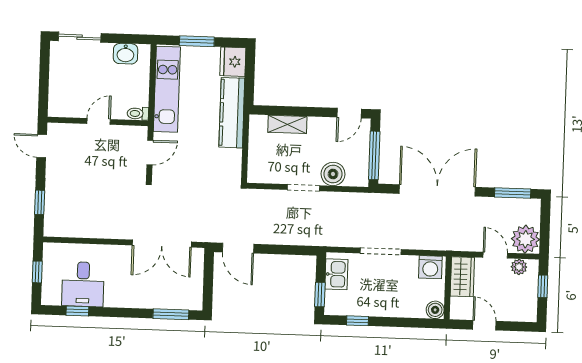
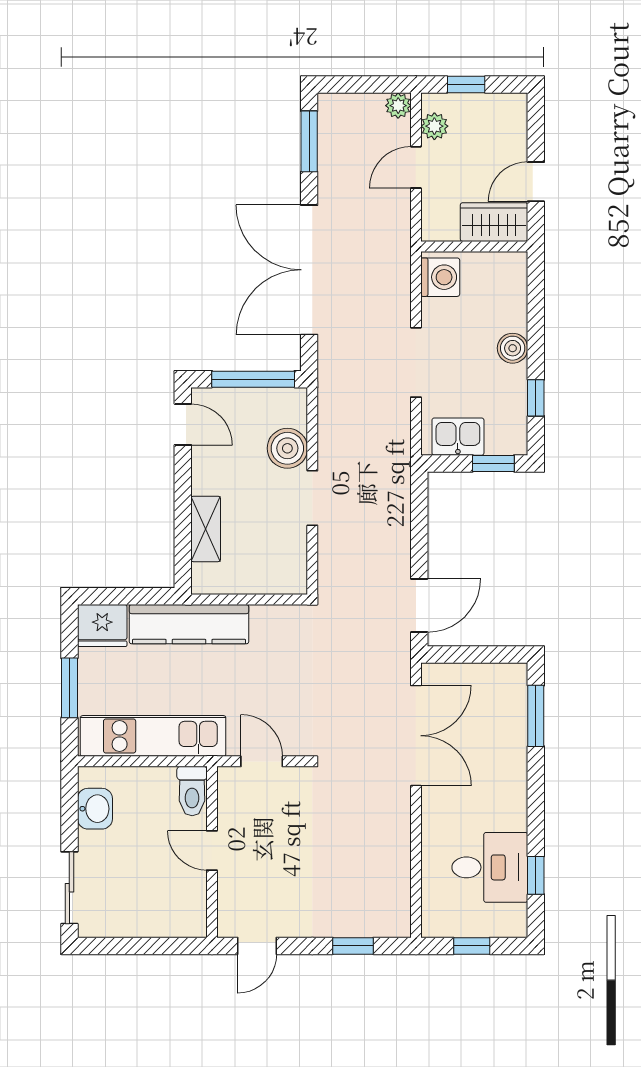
toilet: (138, 114) -> (192, 791), width x1.37, depth x1.39
plant: (525, 239) -> (398, 106), width x0.53, depth x0.53
wardrobe: (462, 277) -> (494, 222), moved
boiler: (435, 310) -> (513, 348), moved

